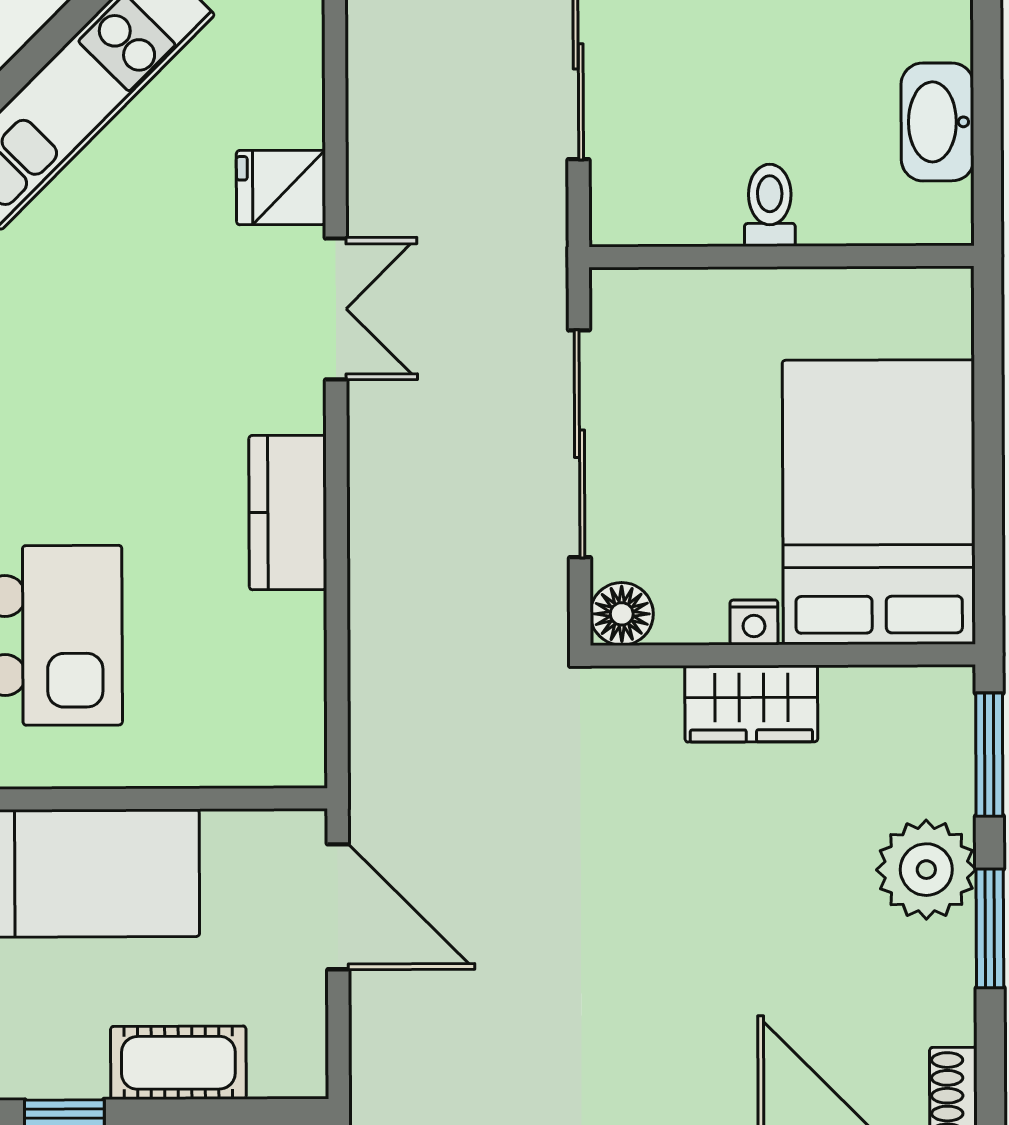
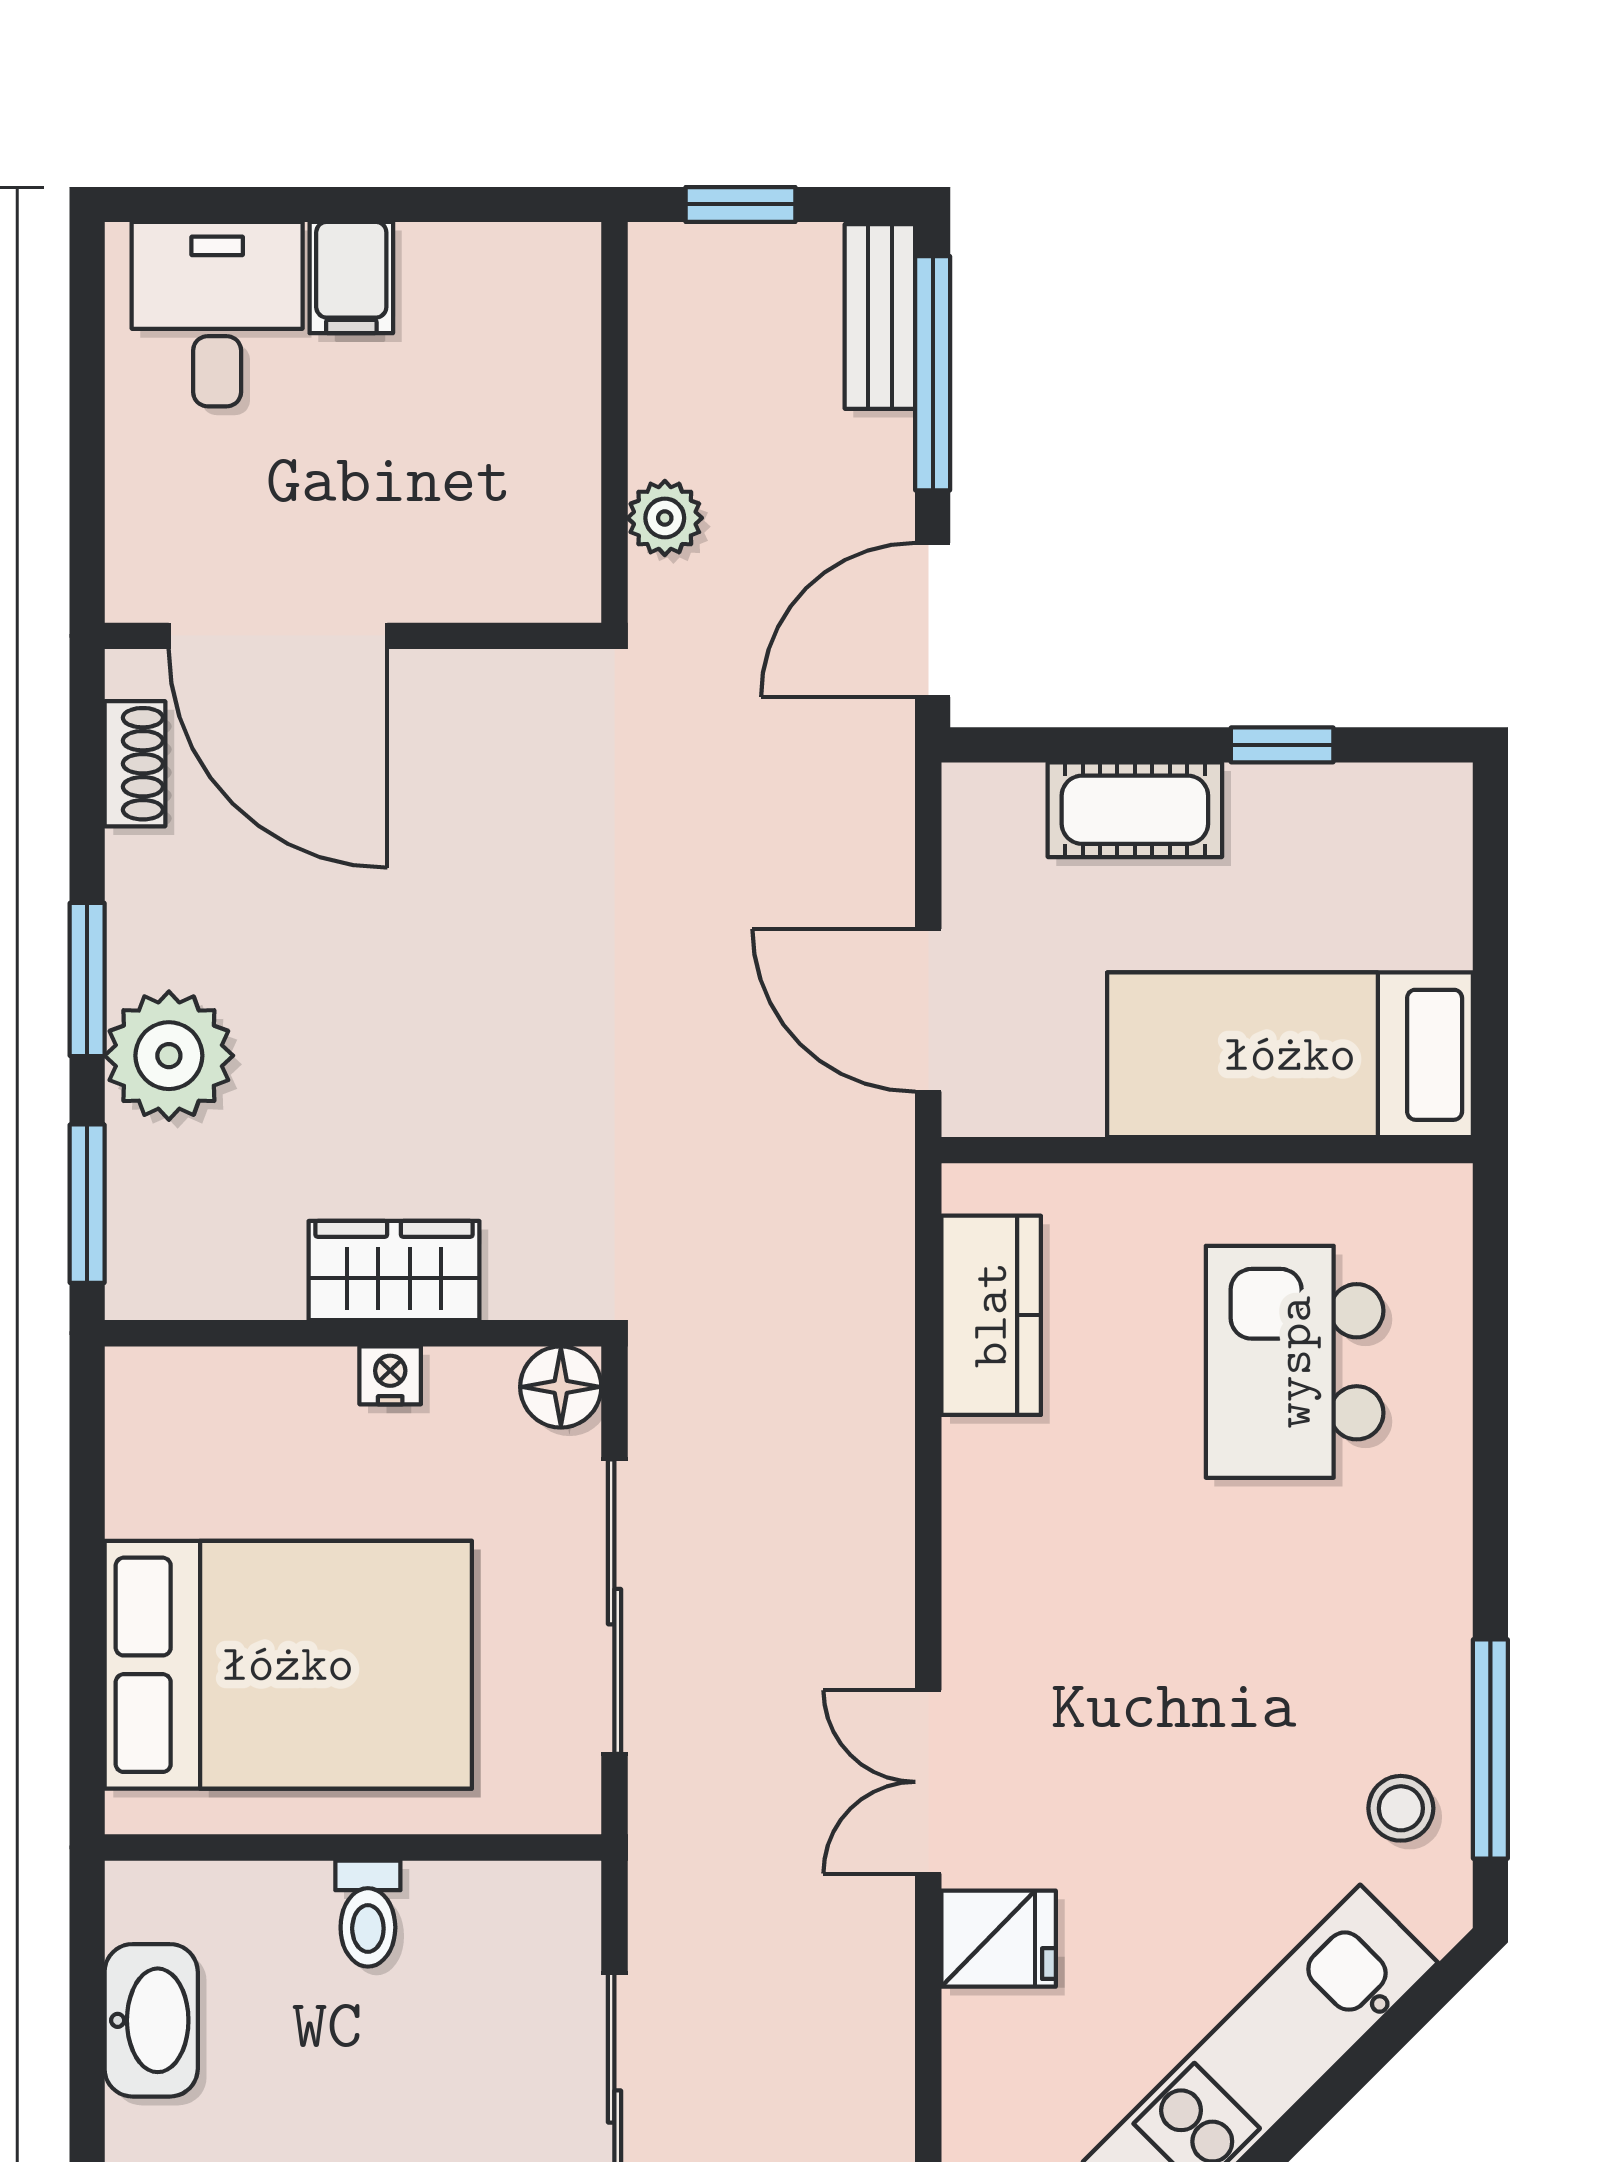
bed: (879, 502) -> (288, 1665), moved, turned -90
kitchen counter: (288, 513) -> (991, 1315), moved

